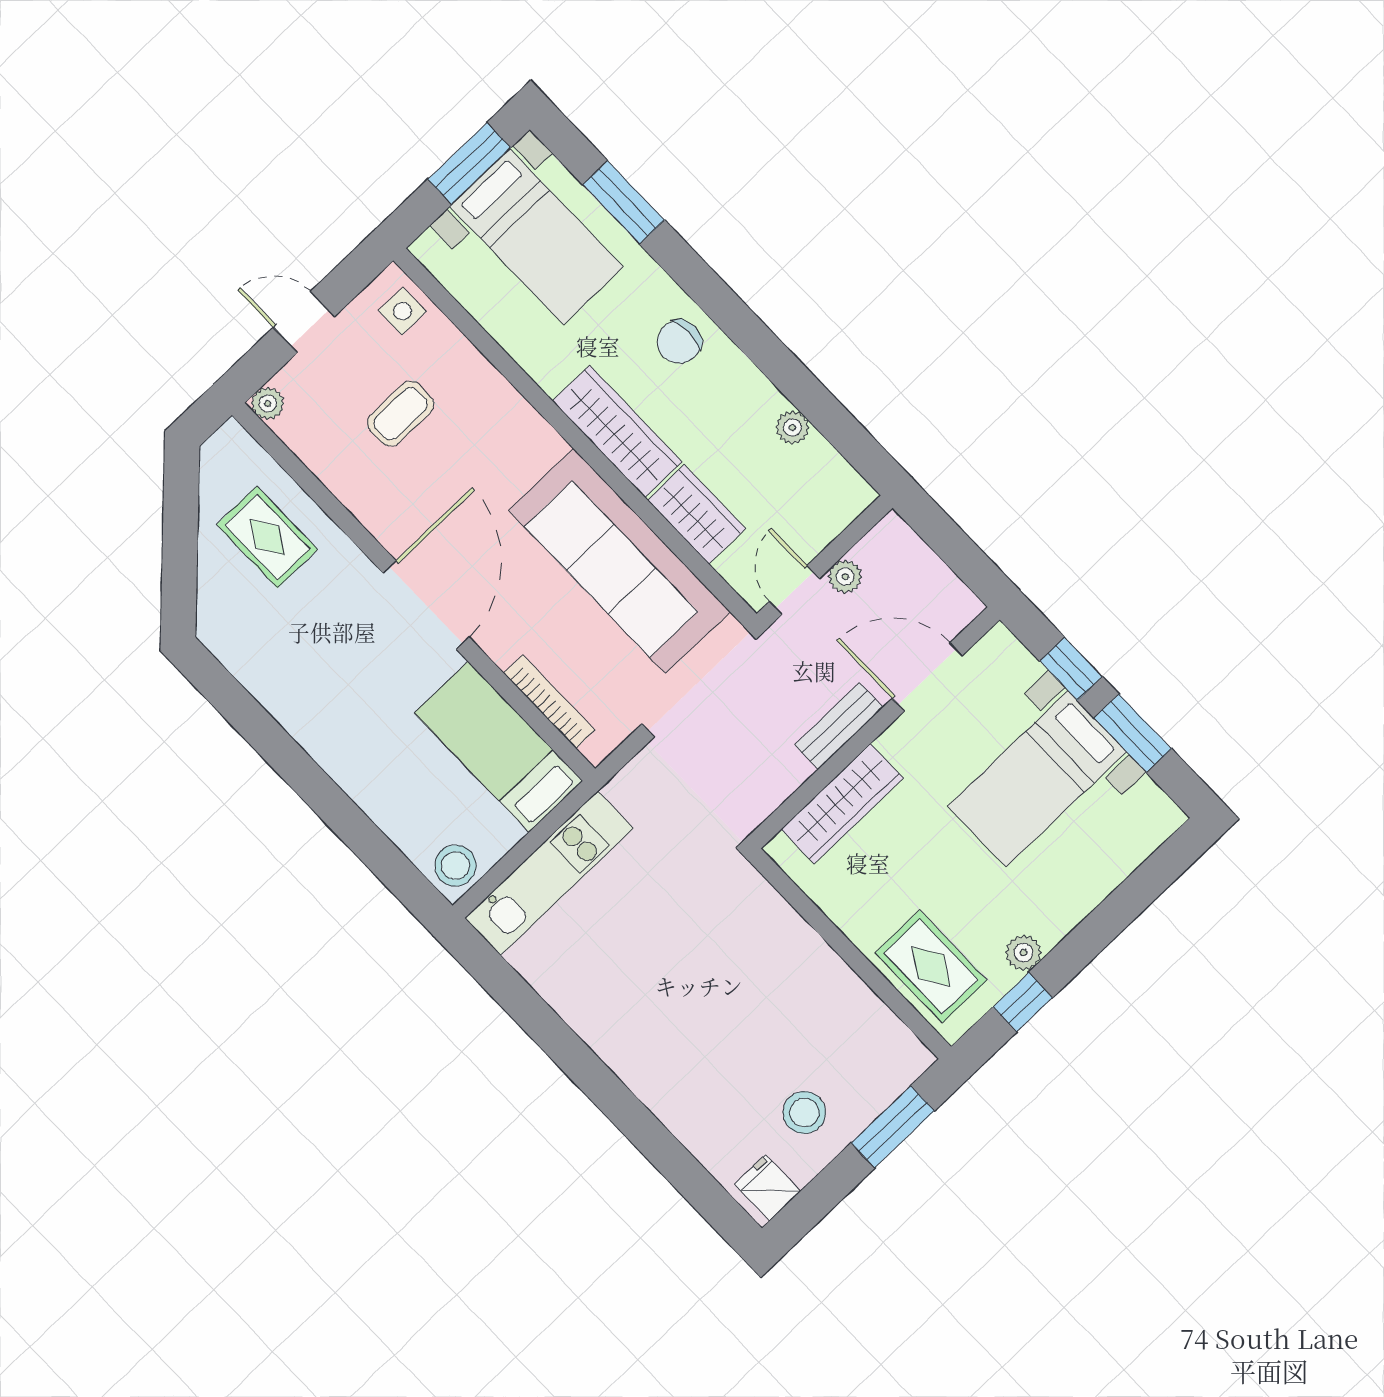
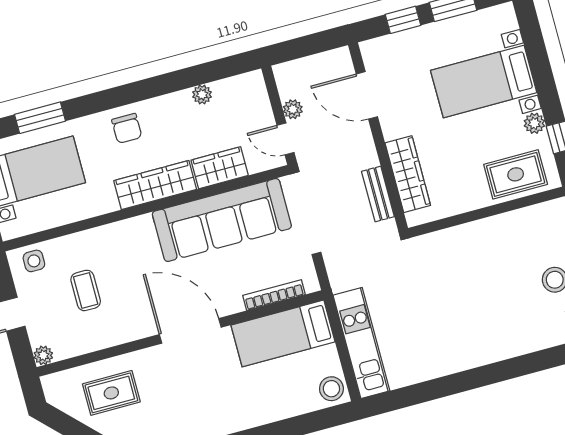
door: (927, 677) -> (367, 95), hinge flipped
bench: (839, 726) -> (378, 194), moved
bed with nightstands: (1037, 779) -> (484, 82), moved, turned 90

